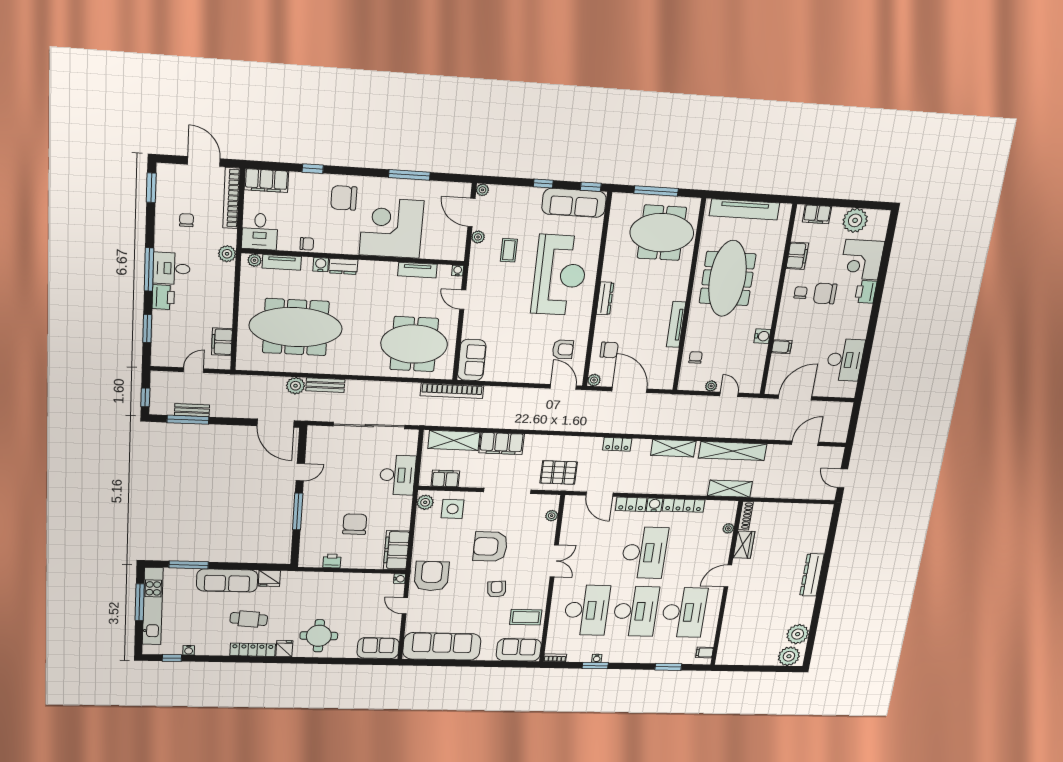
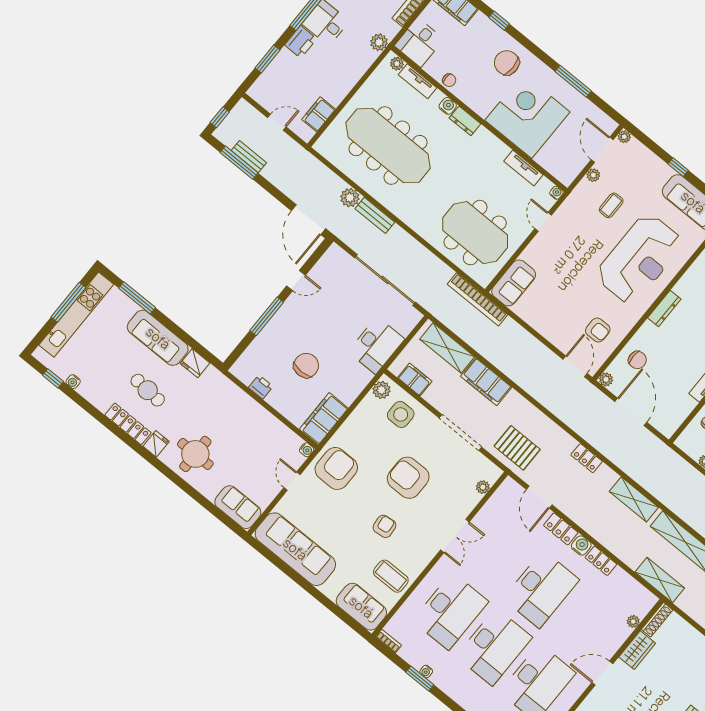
locker: (684, 505) -> (601, 561), width x0.66

